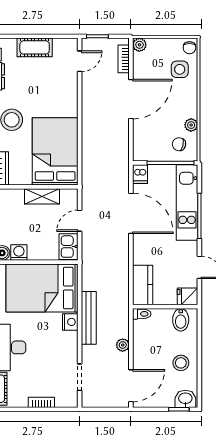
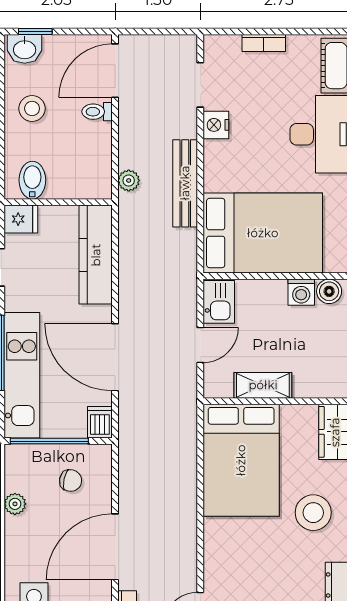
chair: (179, 144) -> (71, 481), moved
kitchen counter: (143, 285) -> (96, 255), width x1.50
toilet: (142, 314) -> (97, 112), moved
nightstand: (70, 322) -> (216, 125), moved
plant: (123, 345) -> (129, 181), moved

